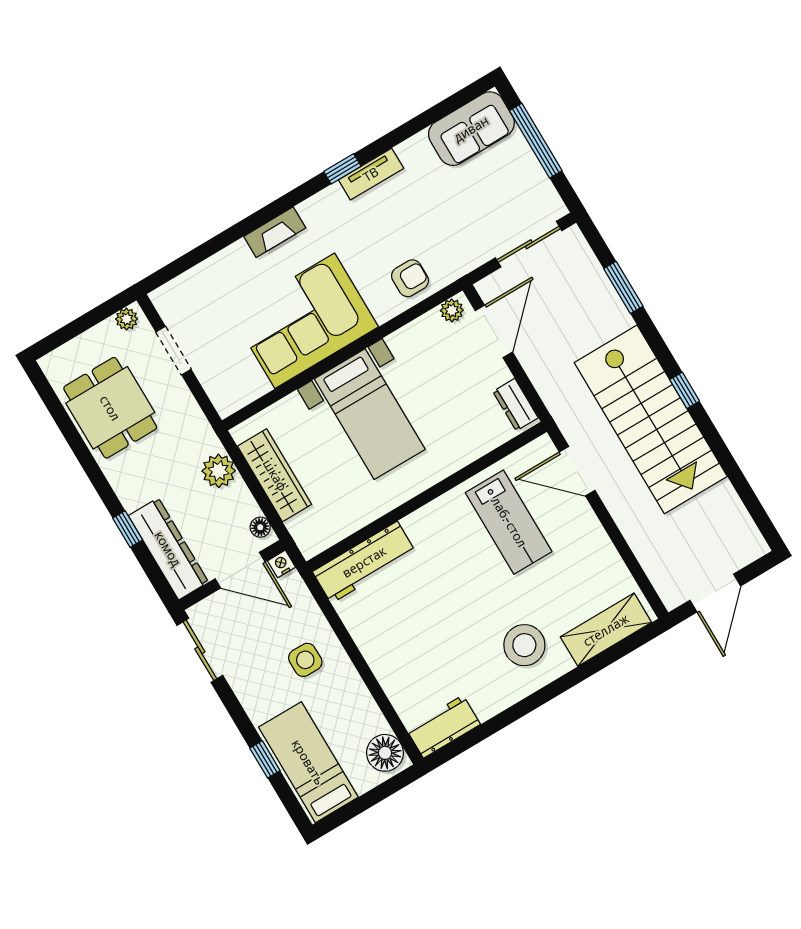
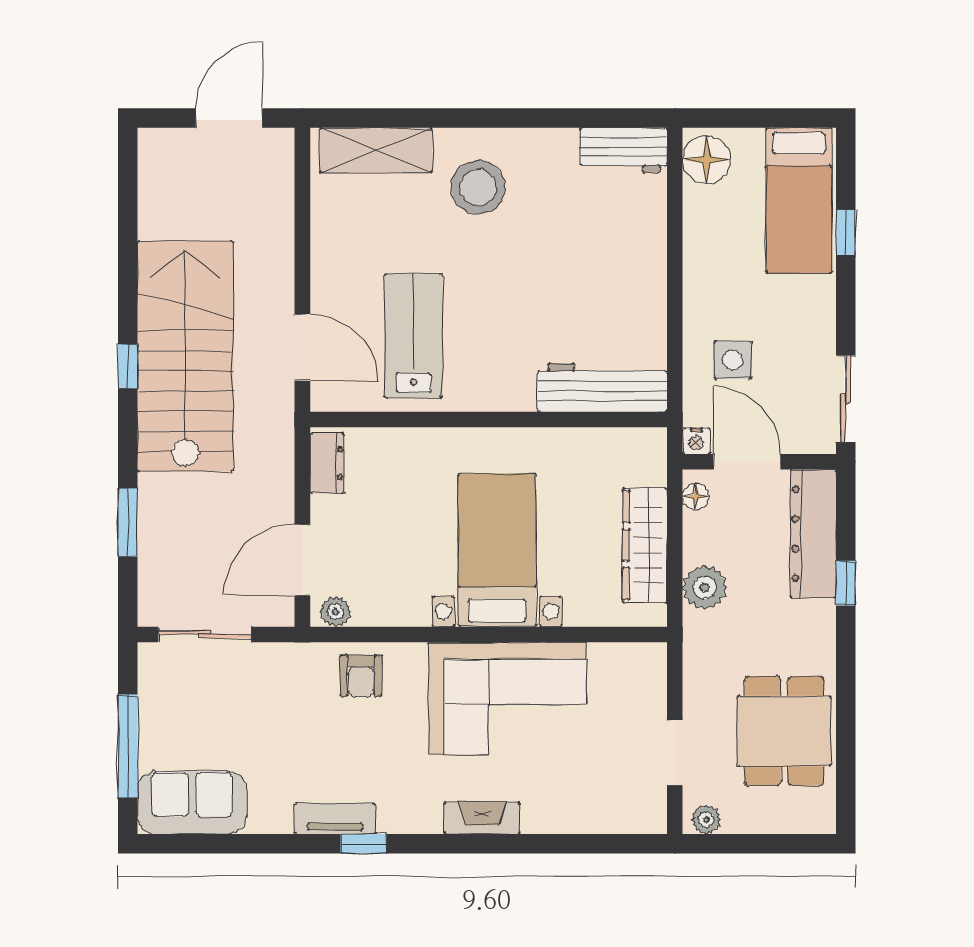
armchair: (410, 278) -> (361, 676), turned -90
side table: (305, 660) -> (733, 360), moved

